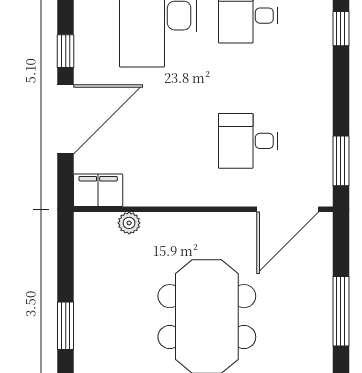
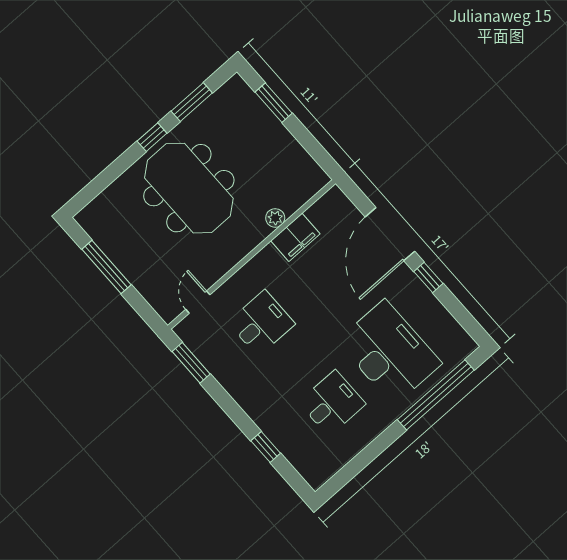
filing cabinet: (98, 190) -> (295, 237), moved
door: (288, 209) -> (198, 302), width x0.53
plant: (129, 223) -> (275, 218), moved

